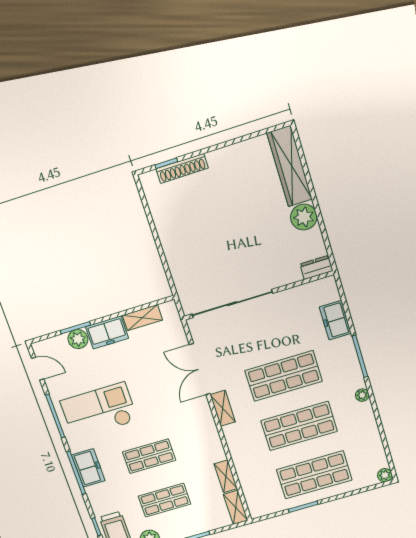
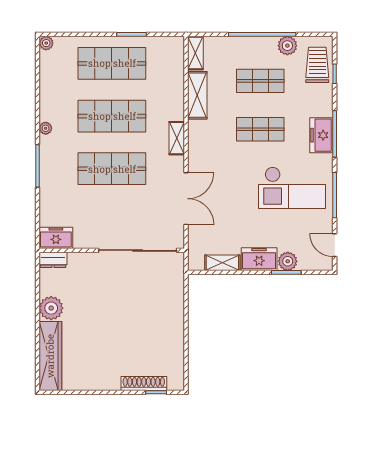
freezer: (335, 320) -> (56, 238), moved, turned -90
shelving: (223, 408) -> (177, 138), moved
shelving: (226, 476) -> (197, 95), width x1.50, depth x1.33

